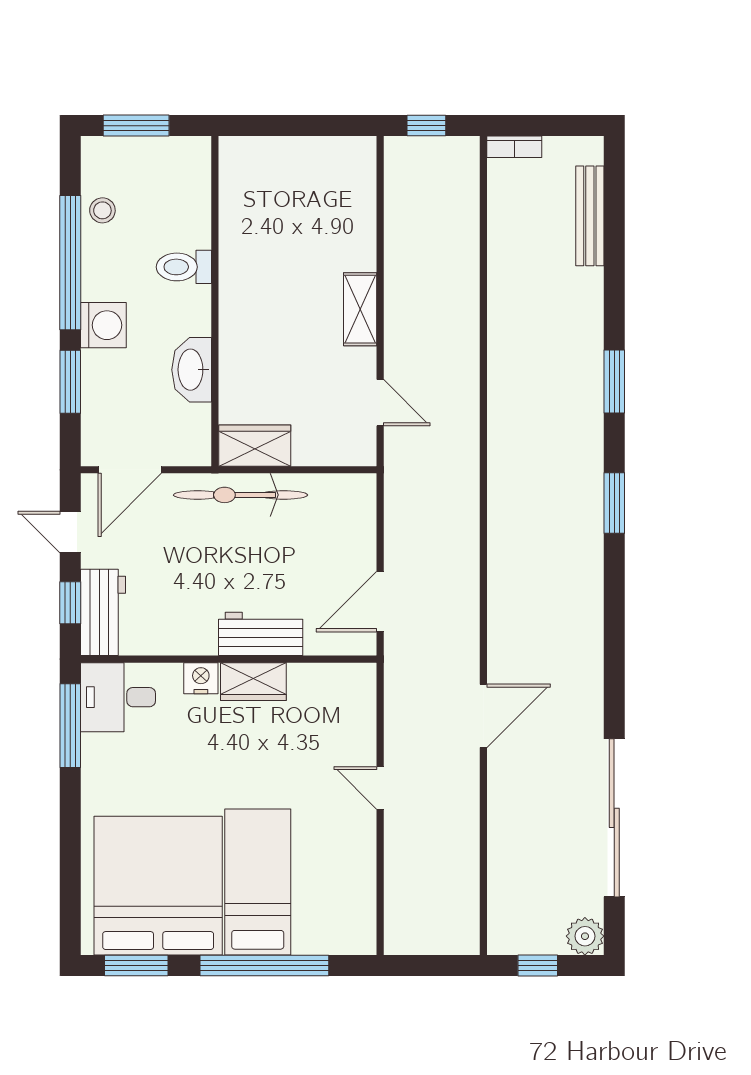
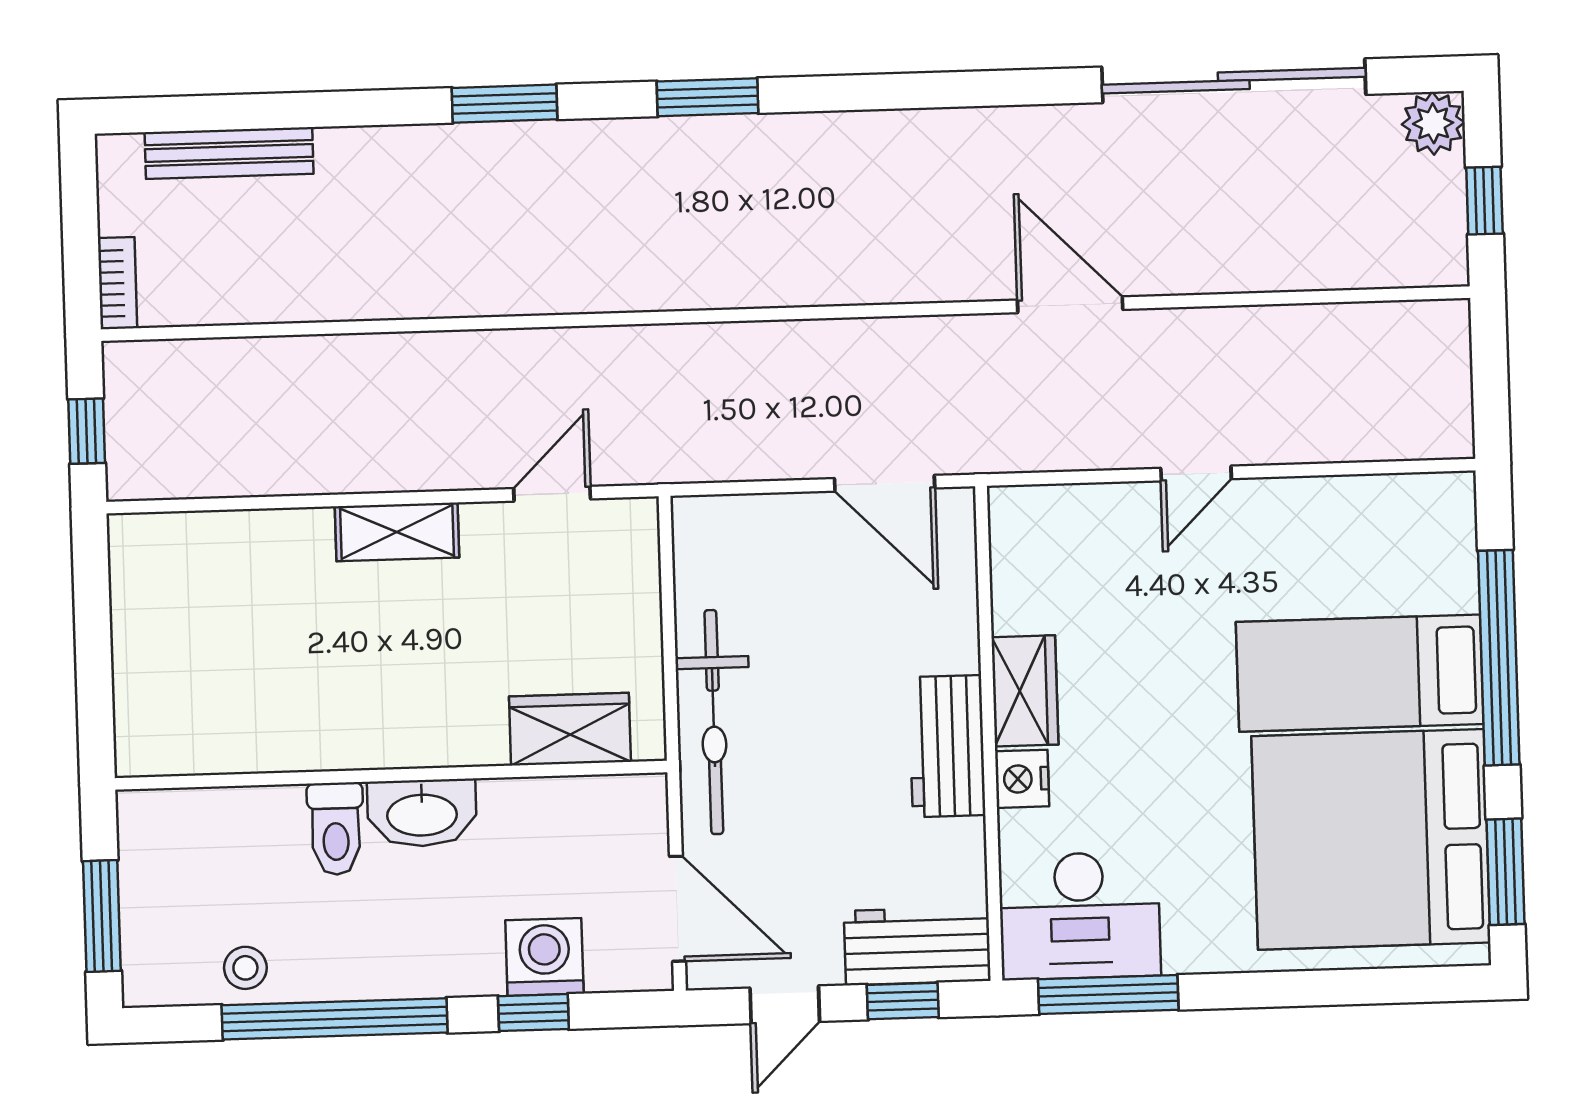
washing machine: (103, 325) -> (544, 957), moved
washbasin: (192, 370) -> (422, 813), moved
window: (70, 382) -> (533, 1013), width x0.67
wardrobe: (255, 446) -> (570, 729), moved, turned 90
workbench: (261, 634) -> (947, 746), moved
desk: (118, 697) -> (1080, 916), width x1.37

